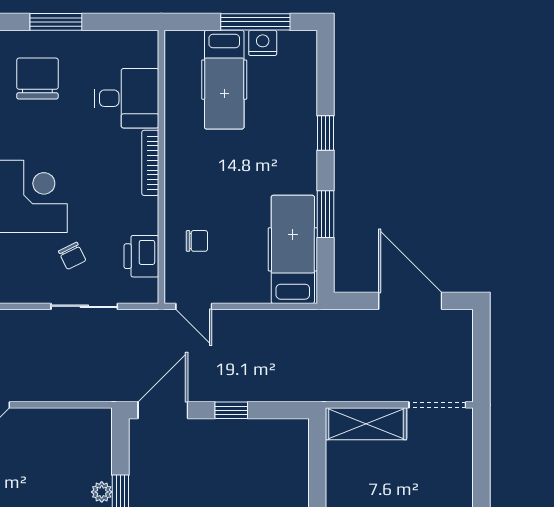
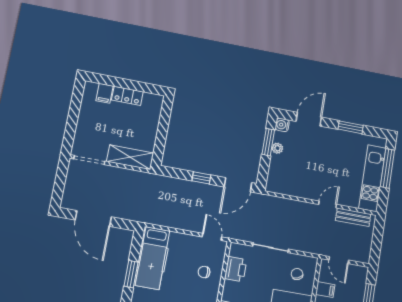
chair: (72, 256) -> (297, 274), moved

